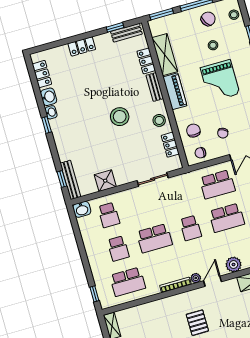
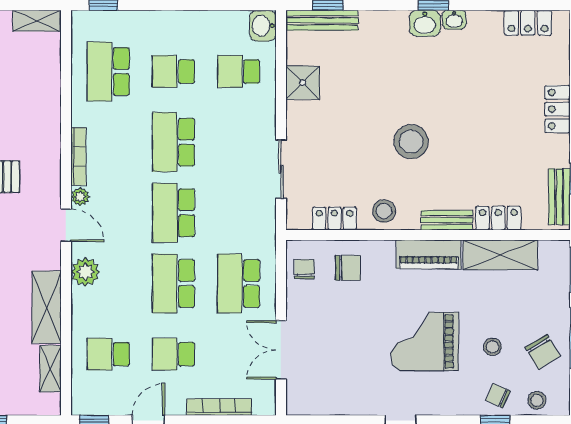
washbasin: (49, 97) -> (425, 23), moved
chair: (223, 133) -> (498, 396), moved
school desk: (191, 228) -> (173, 213), width x1.85

